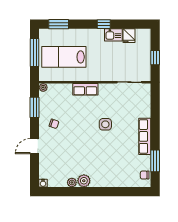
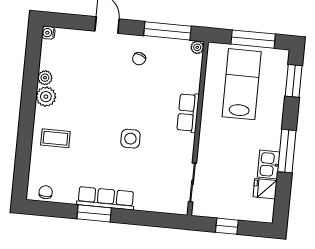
window: (104, 24) -> (287, 151), width x2.17
window: (35, 107) -> (167, 31), width x1.44
window: (155, 161) -> (94, 213), moved
coffee table: (110, 172) -> (55, 138), added

